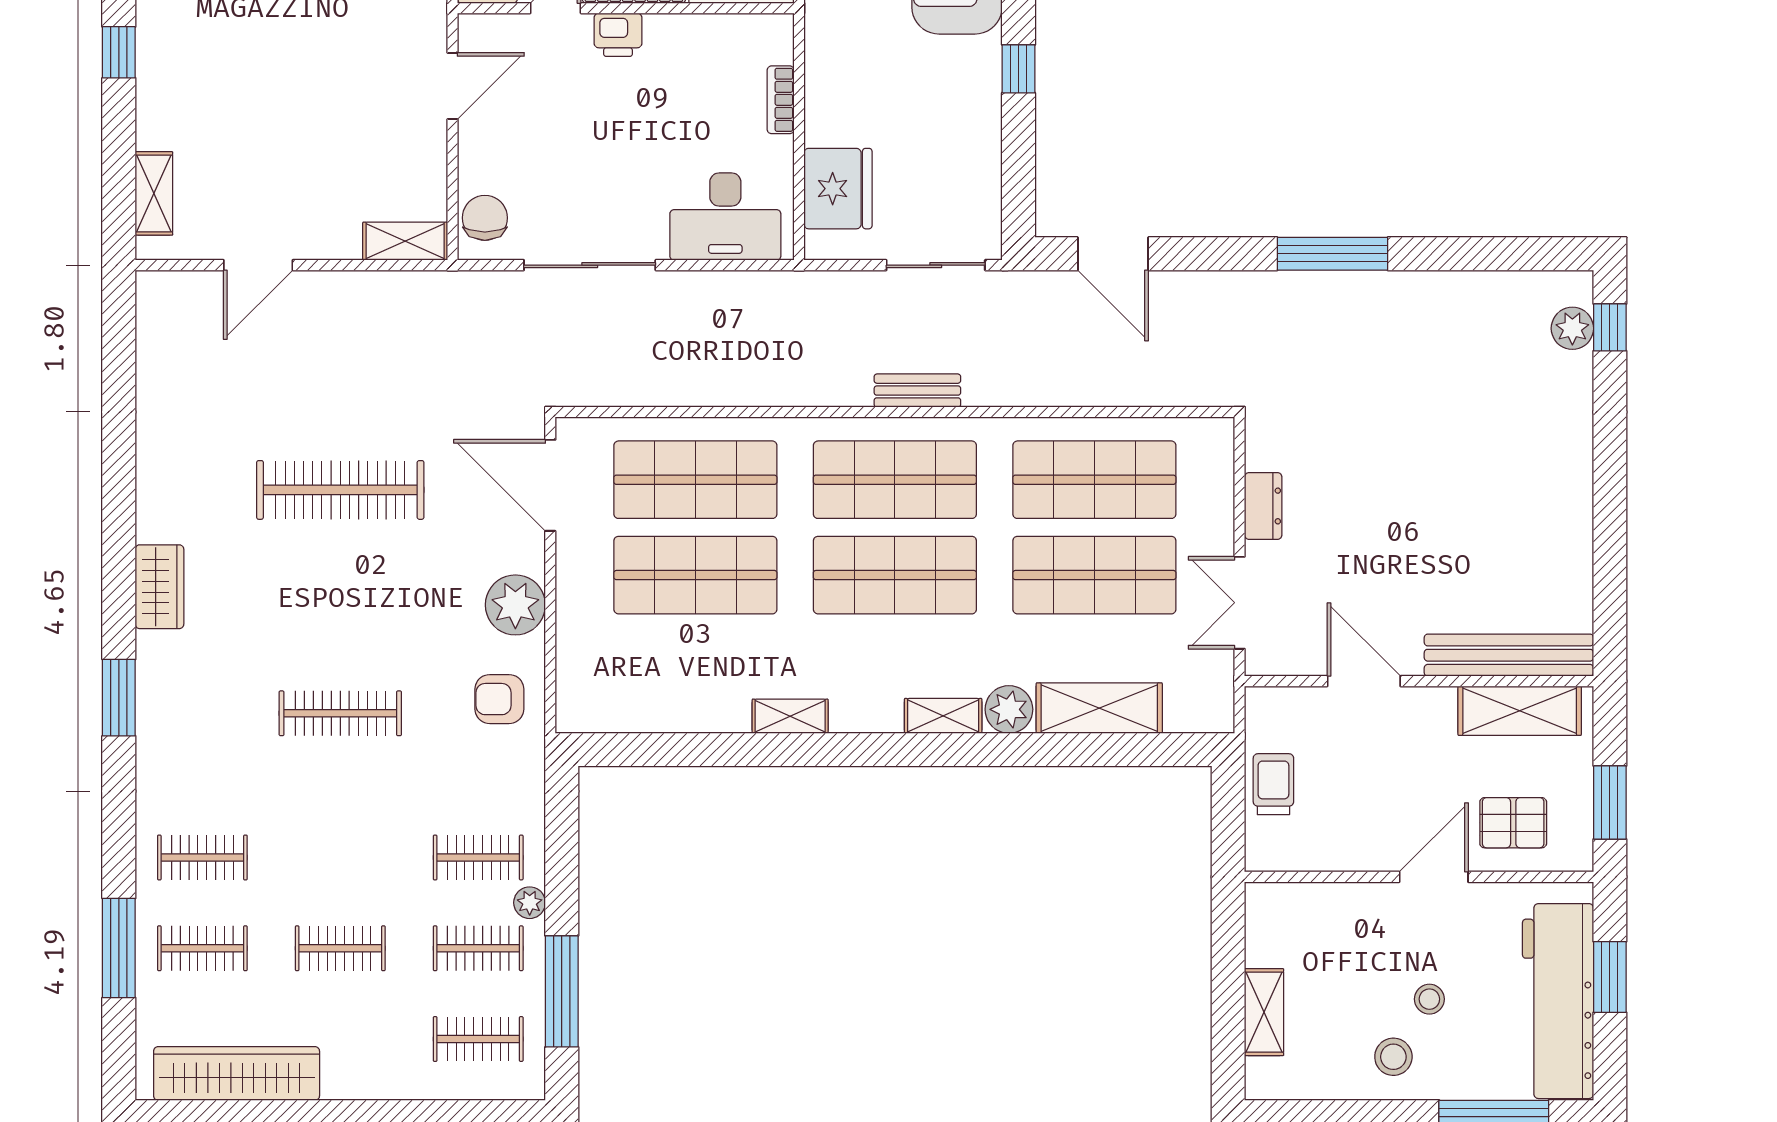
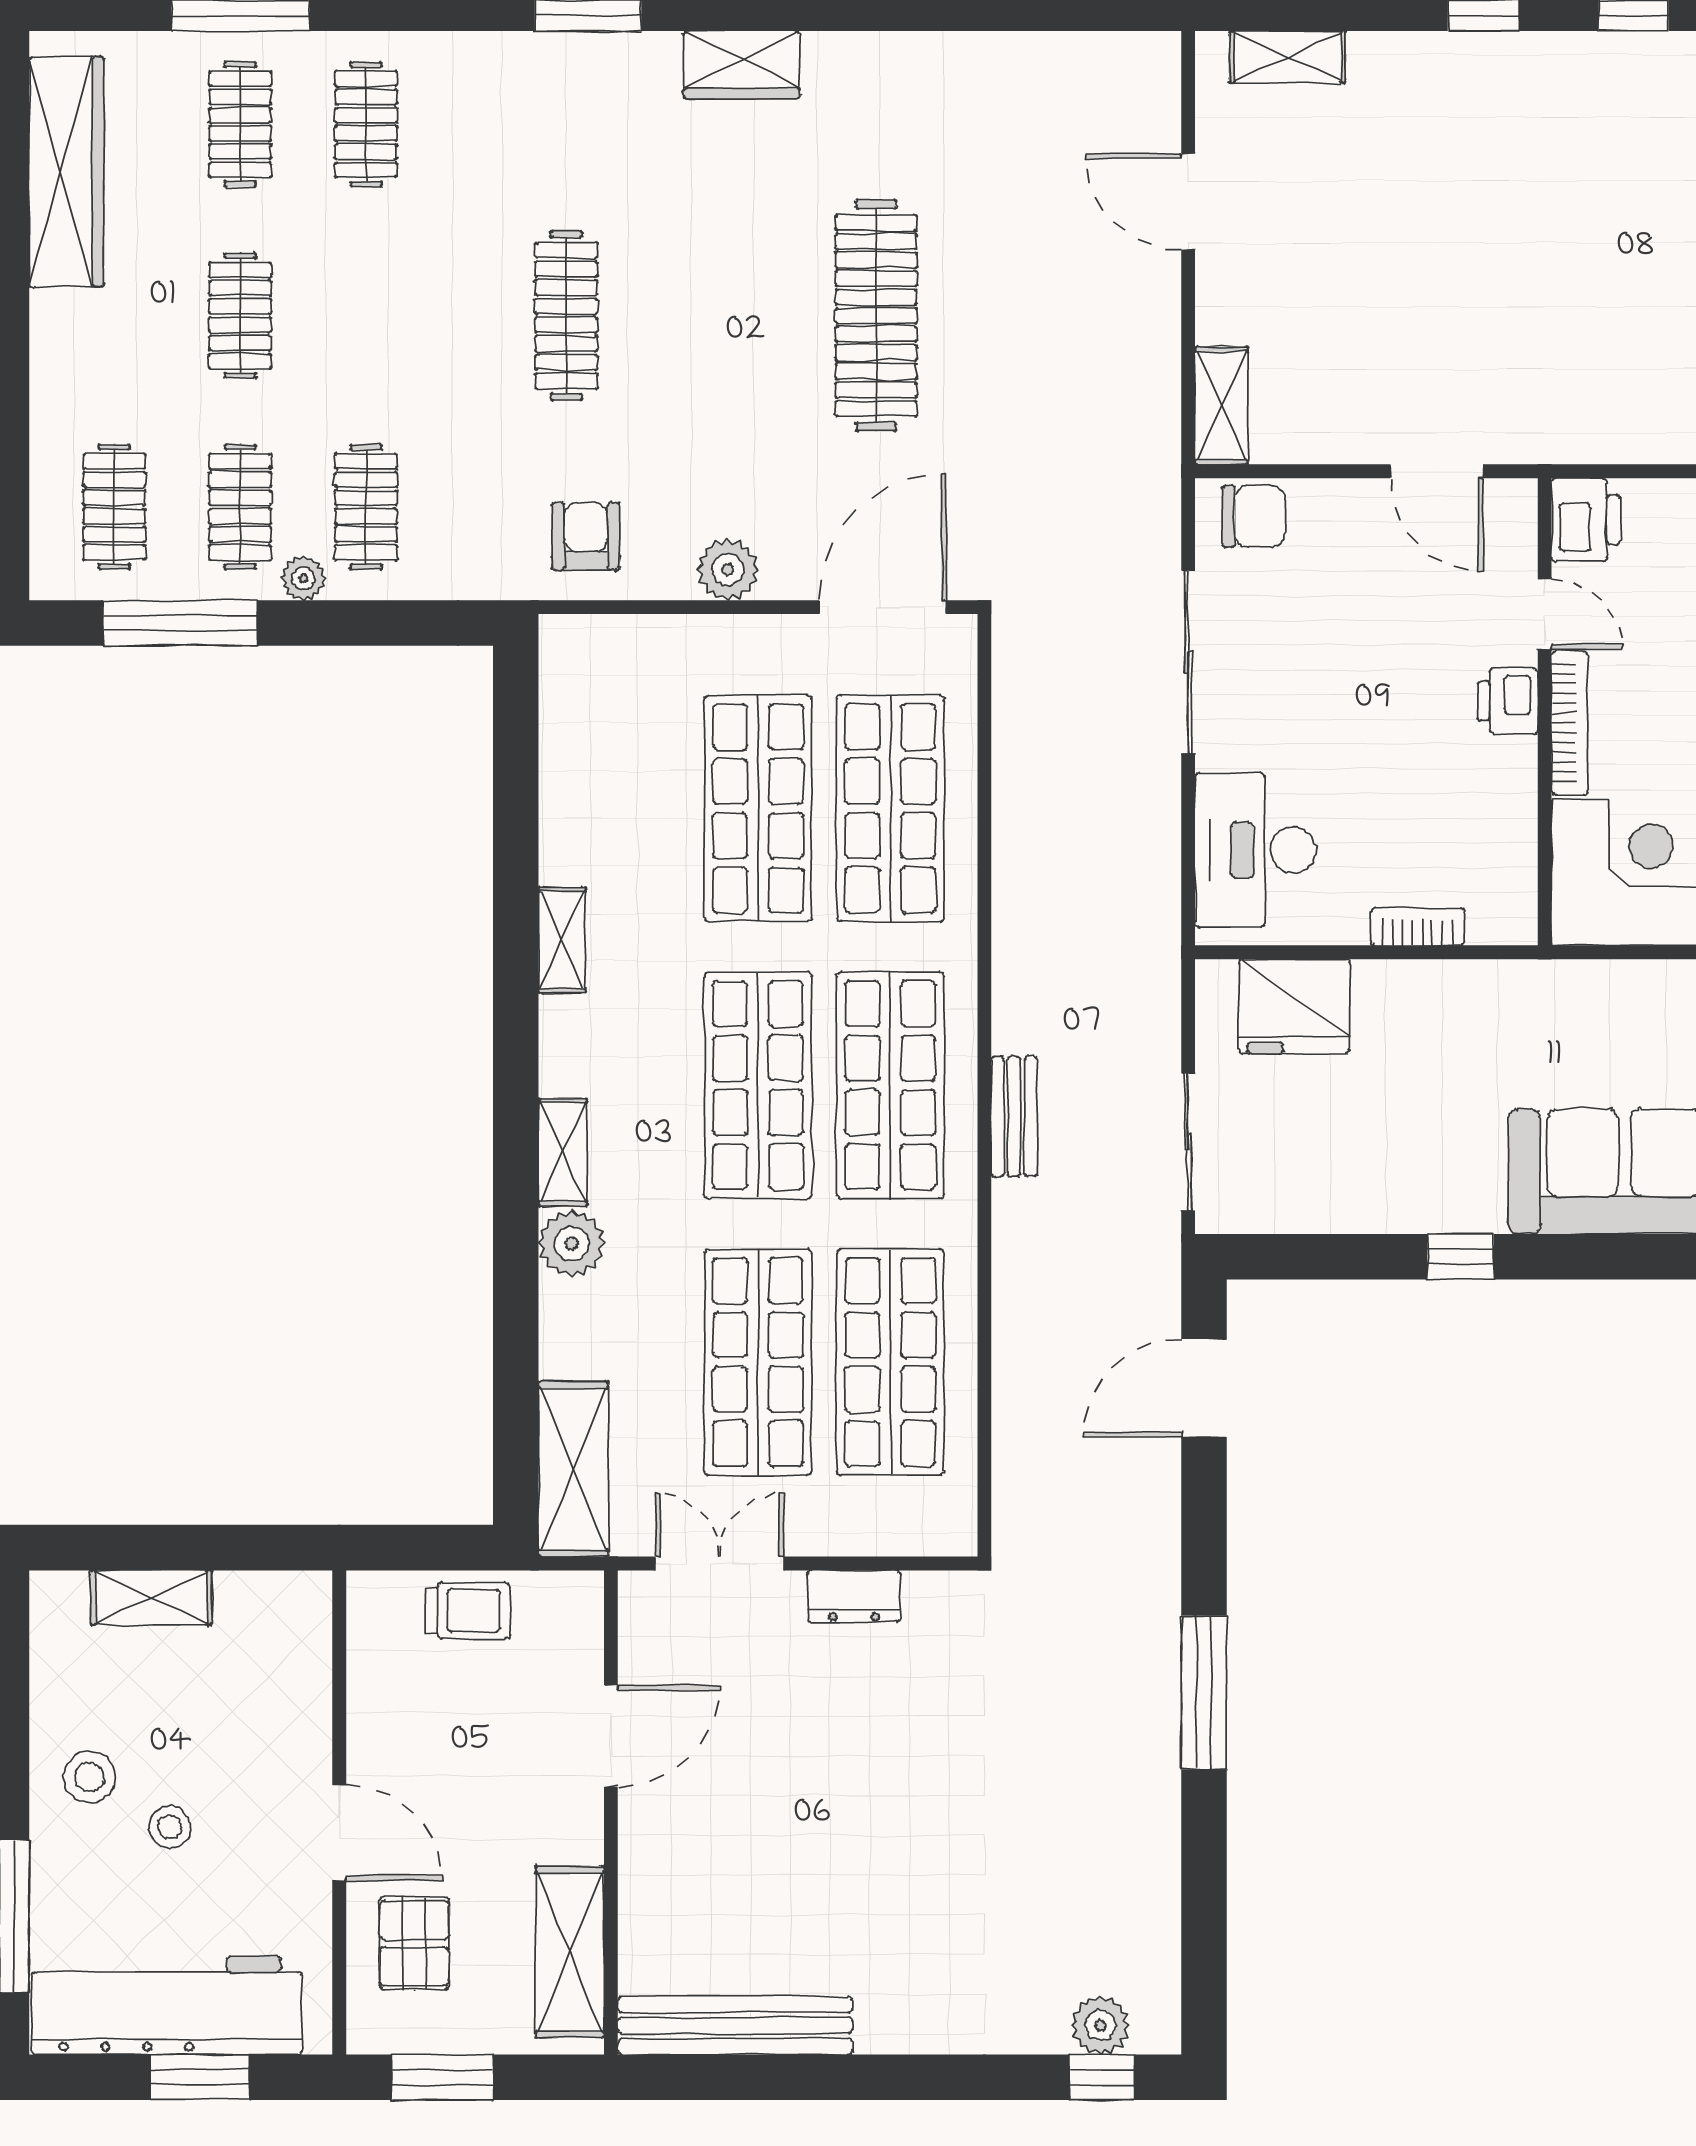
plant: (515, 605) -> (728, 570), width x0.73, depth x0.73
bench: (1509, 655) -> (735, 2025), moved, turned 90
shelving: (1099, 708) -> (573, 1469), moved

